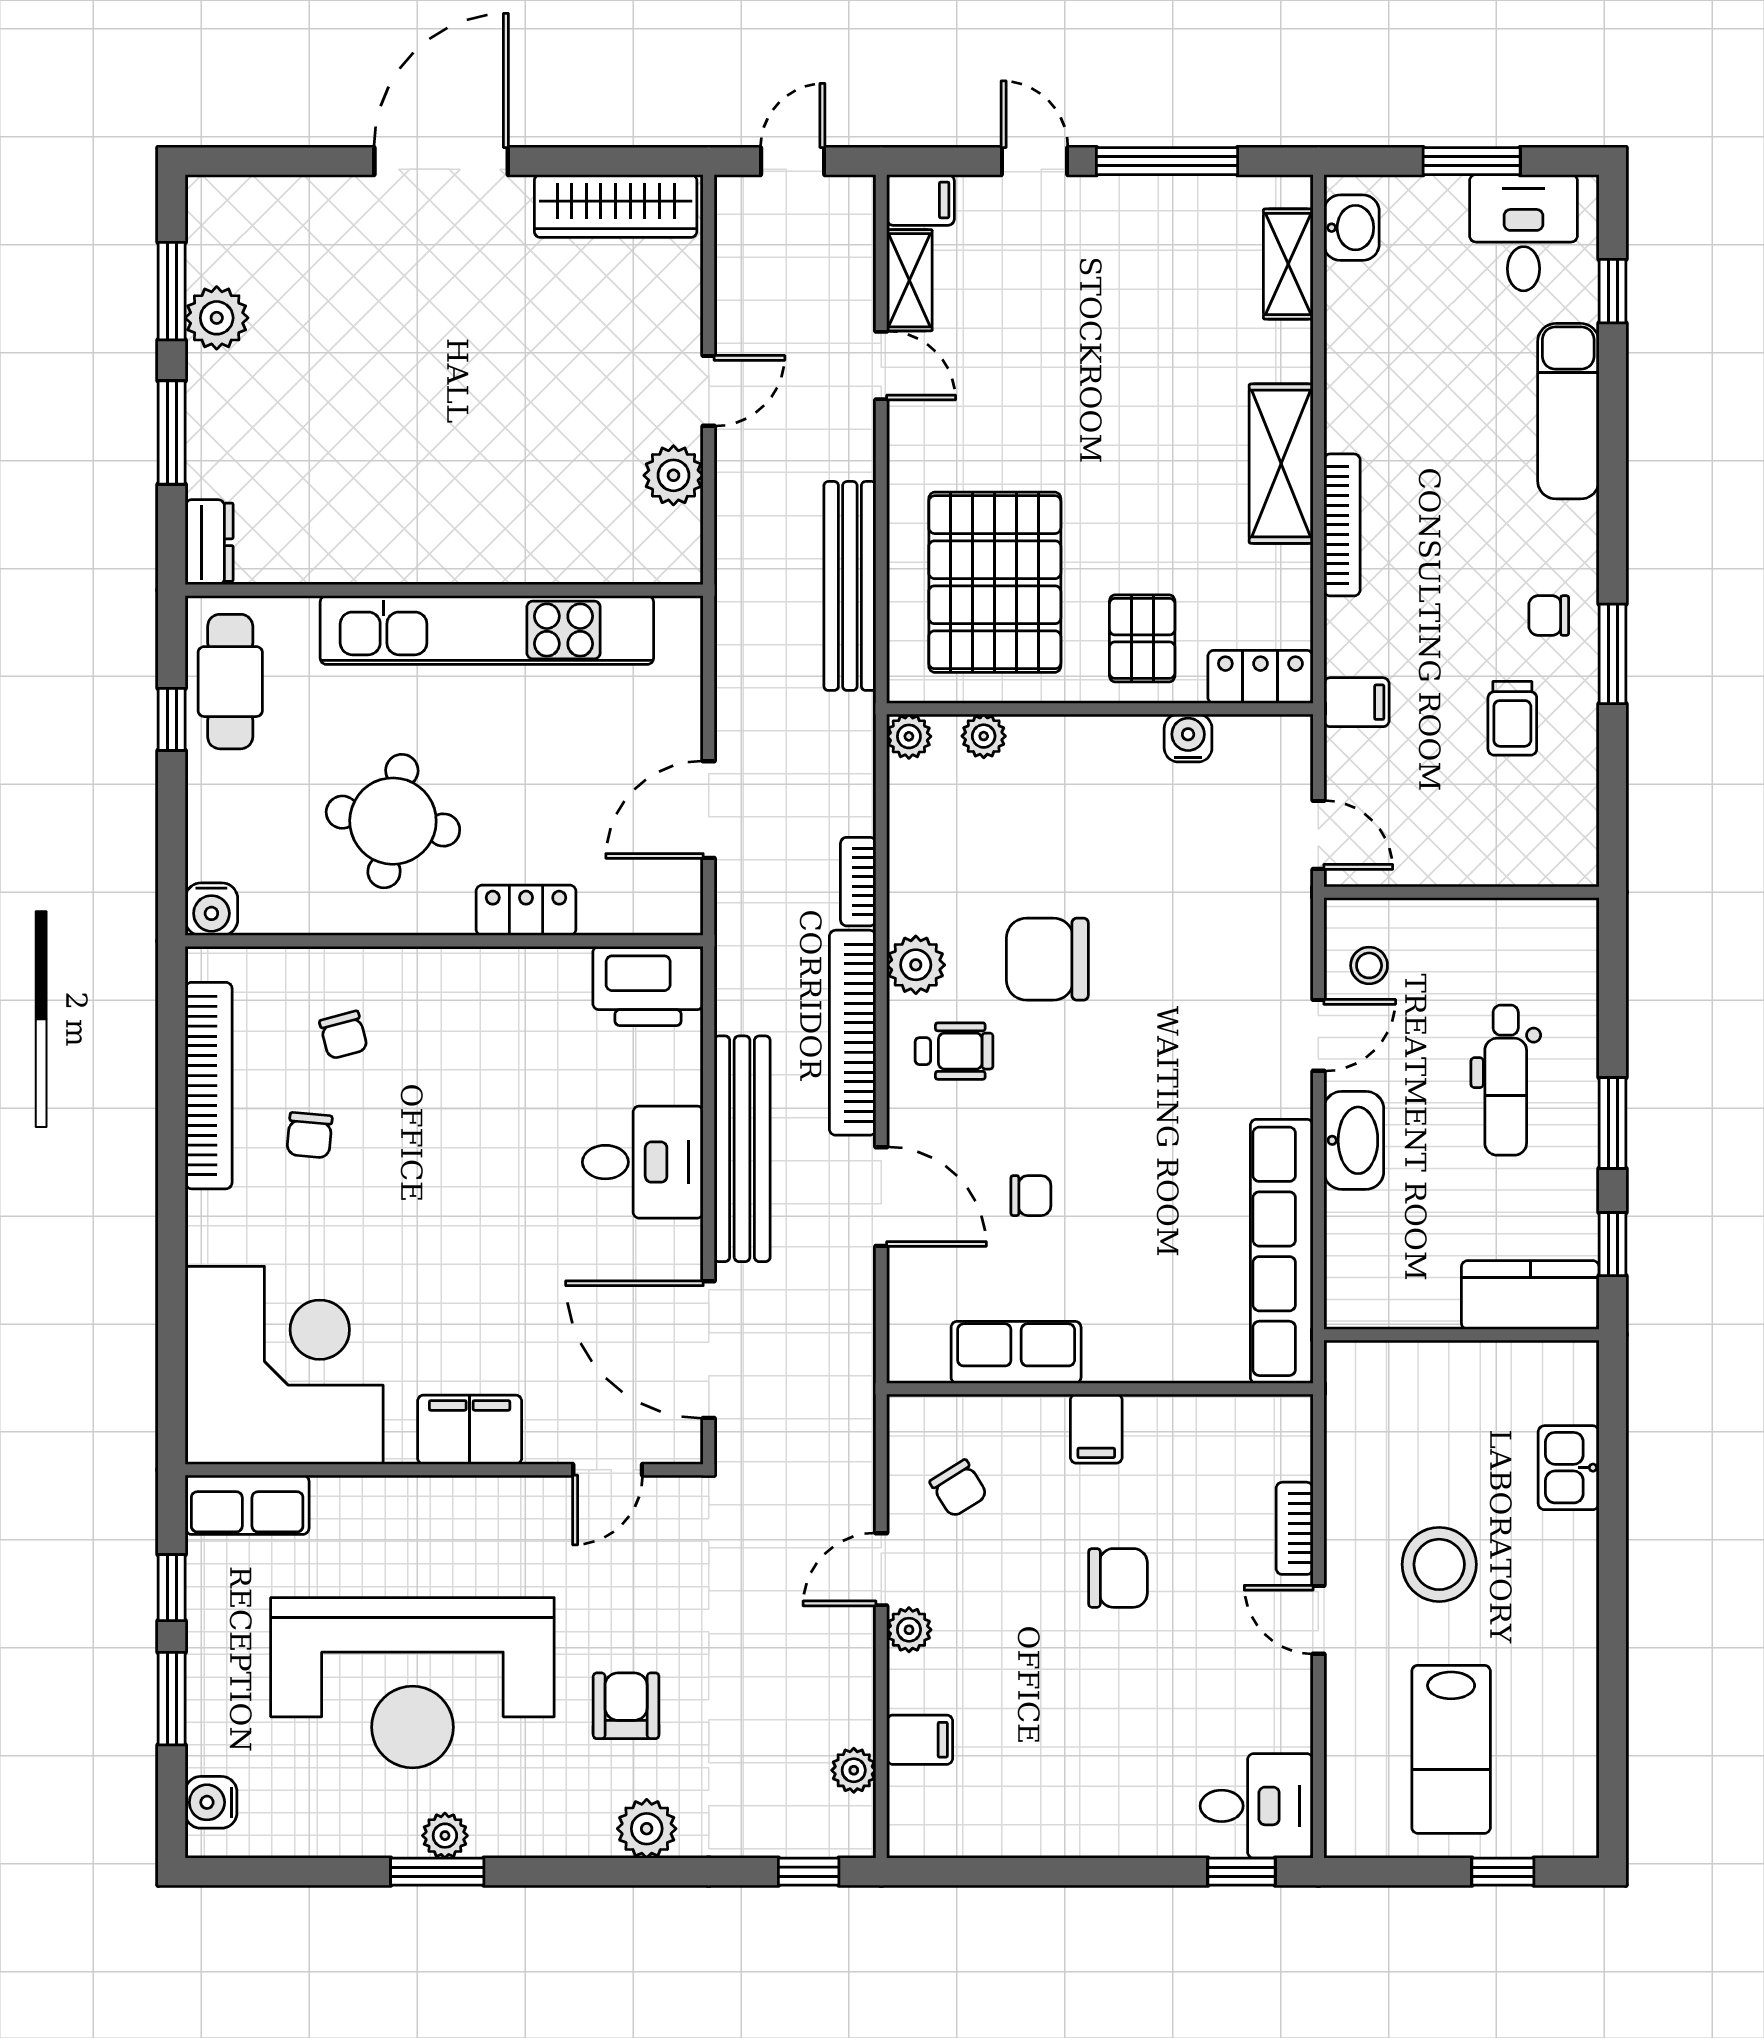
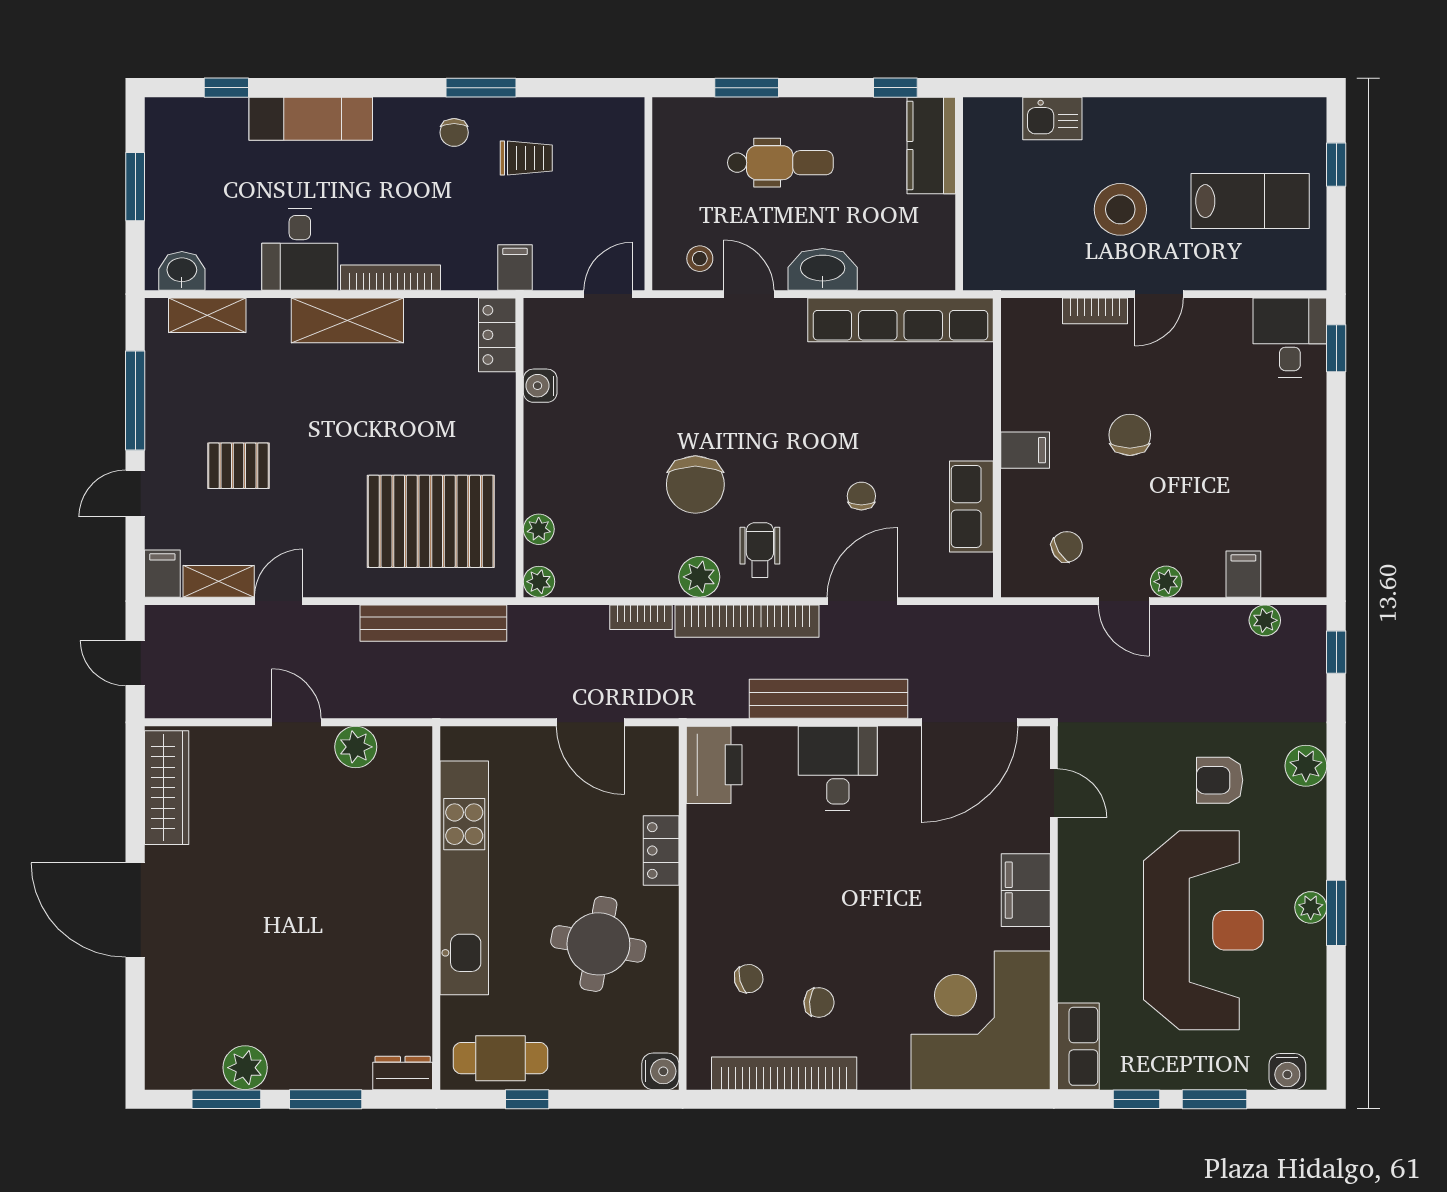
desk: (1524, 233) -> (300, 250), moved, turned -90
pallet: (1142, 638) -> (238, 466), moved
window: (1613, 1123) -> (747, 88), moved

